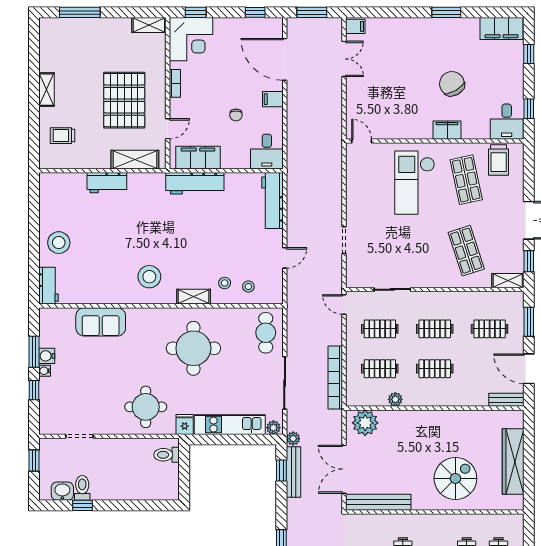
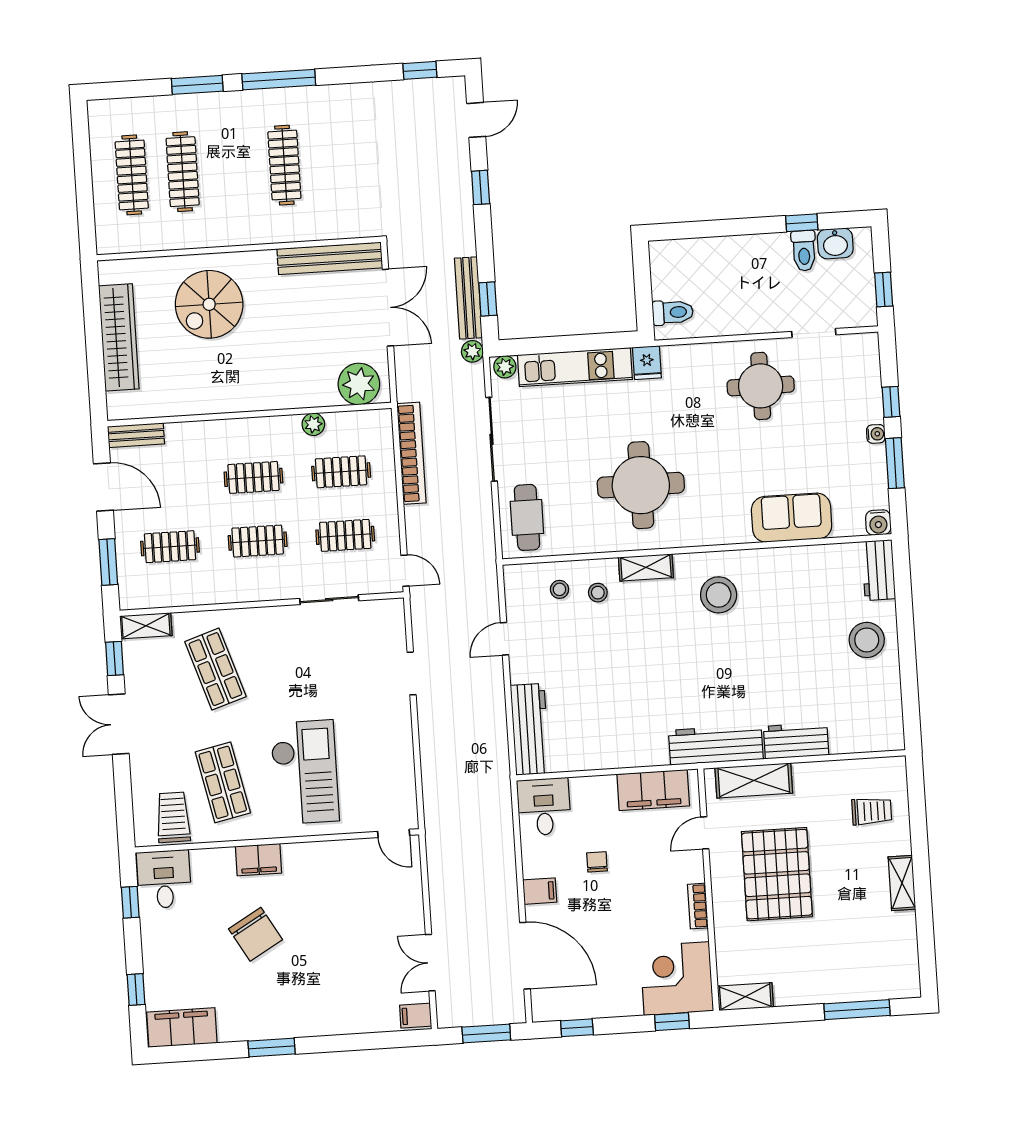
workbench: (195, 183) -> (716, 745), moved
water cooler: (47, 356) -> (878, 523), moved, turned 90
round table: (146, 407) -> (761, 386), moved

